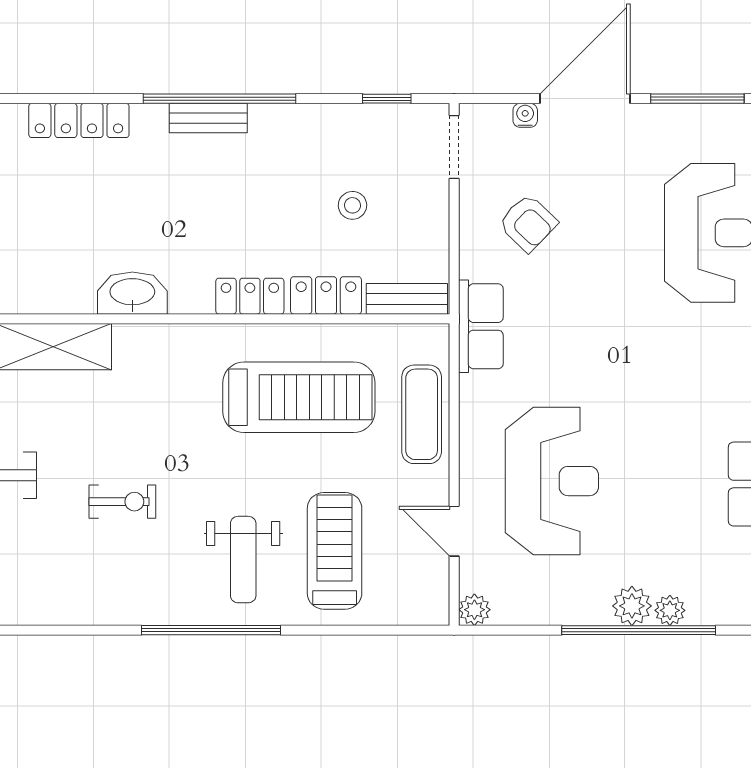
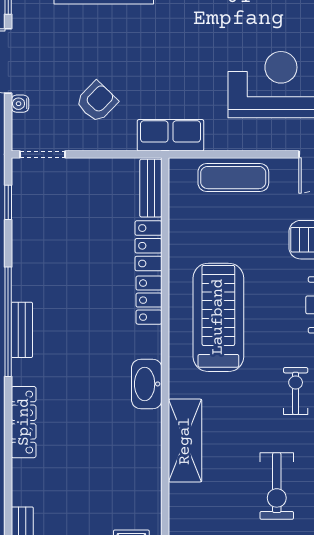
stool: (352, 205) -> (84, 227), removed
treadmill: (299, 397) -> (218, 317), moved

